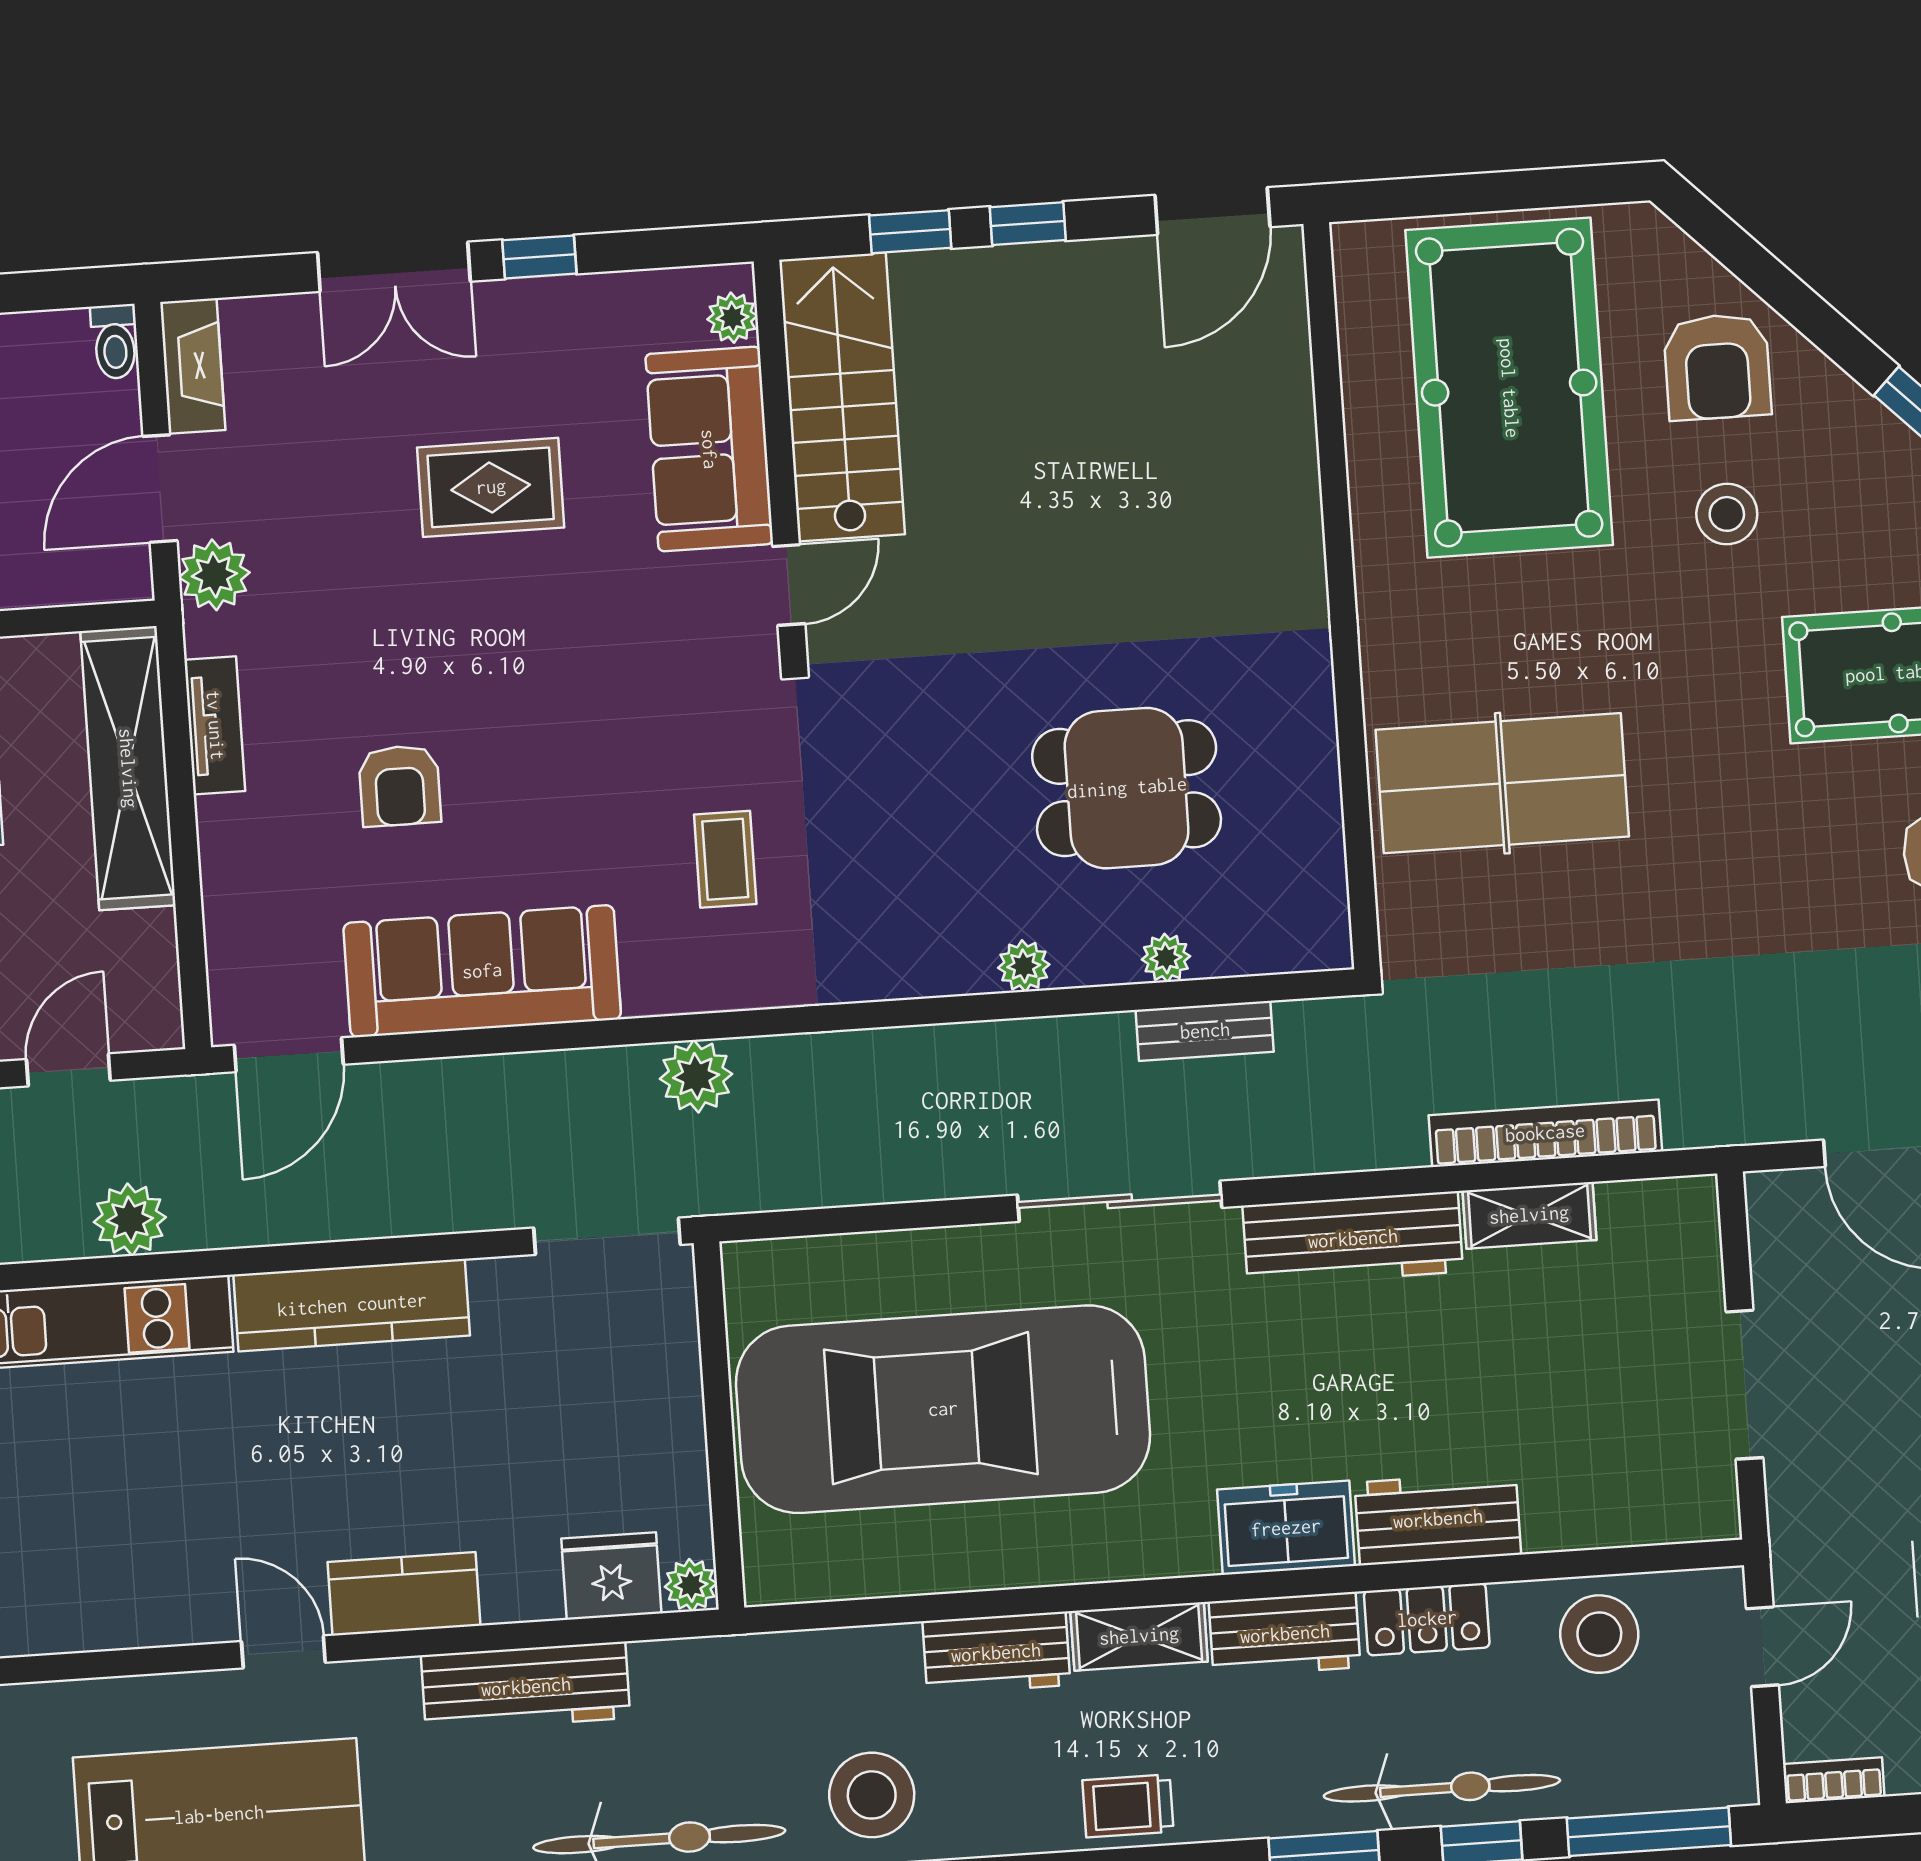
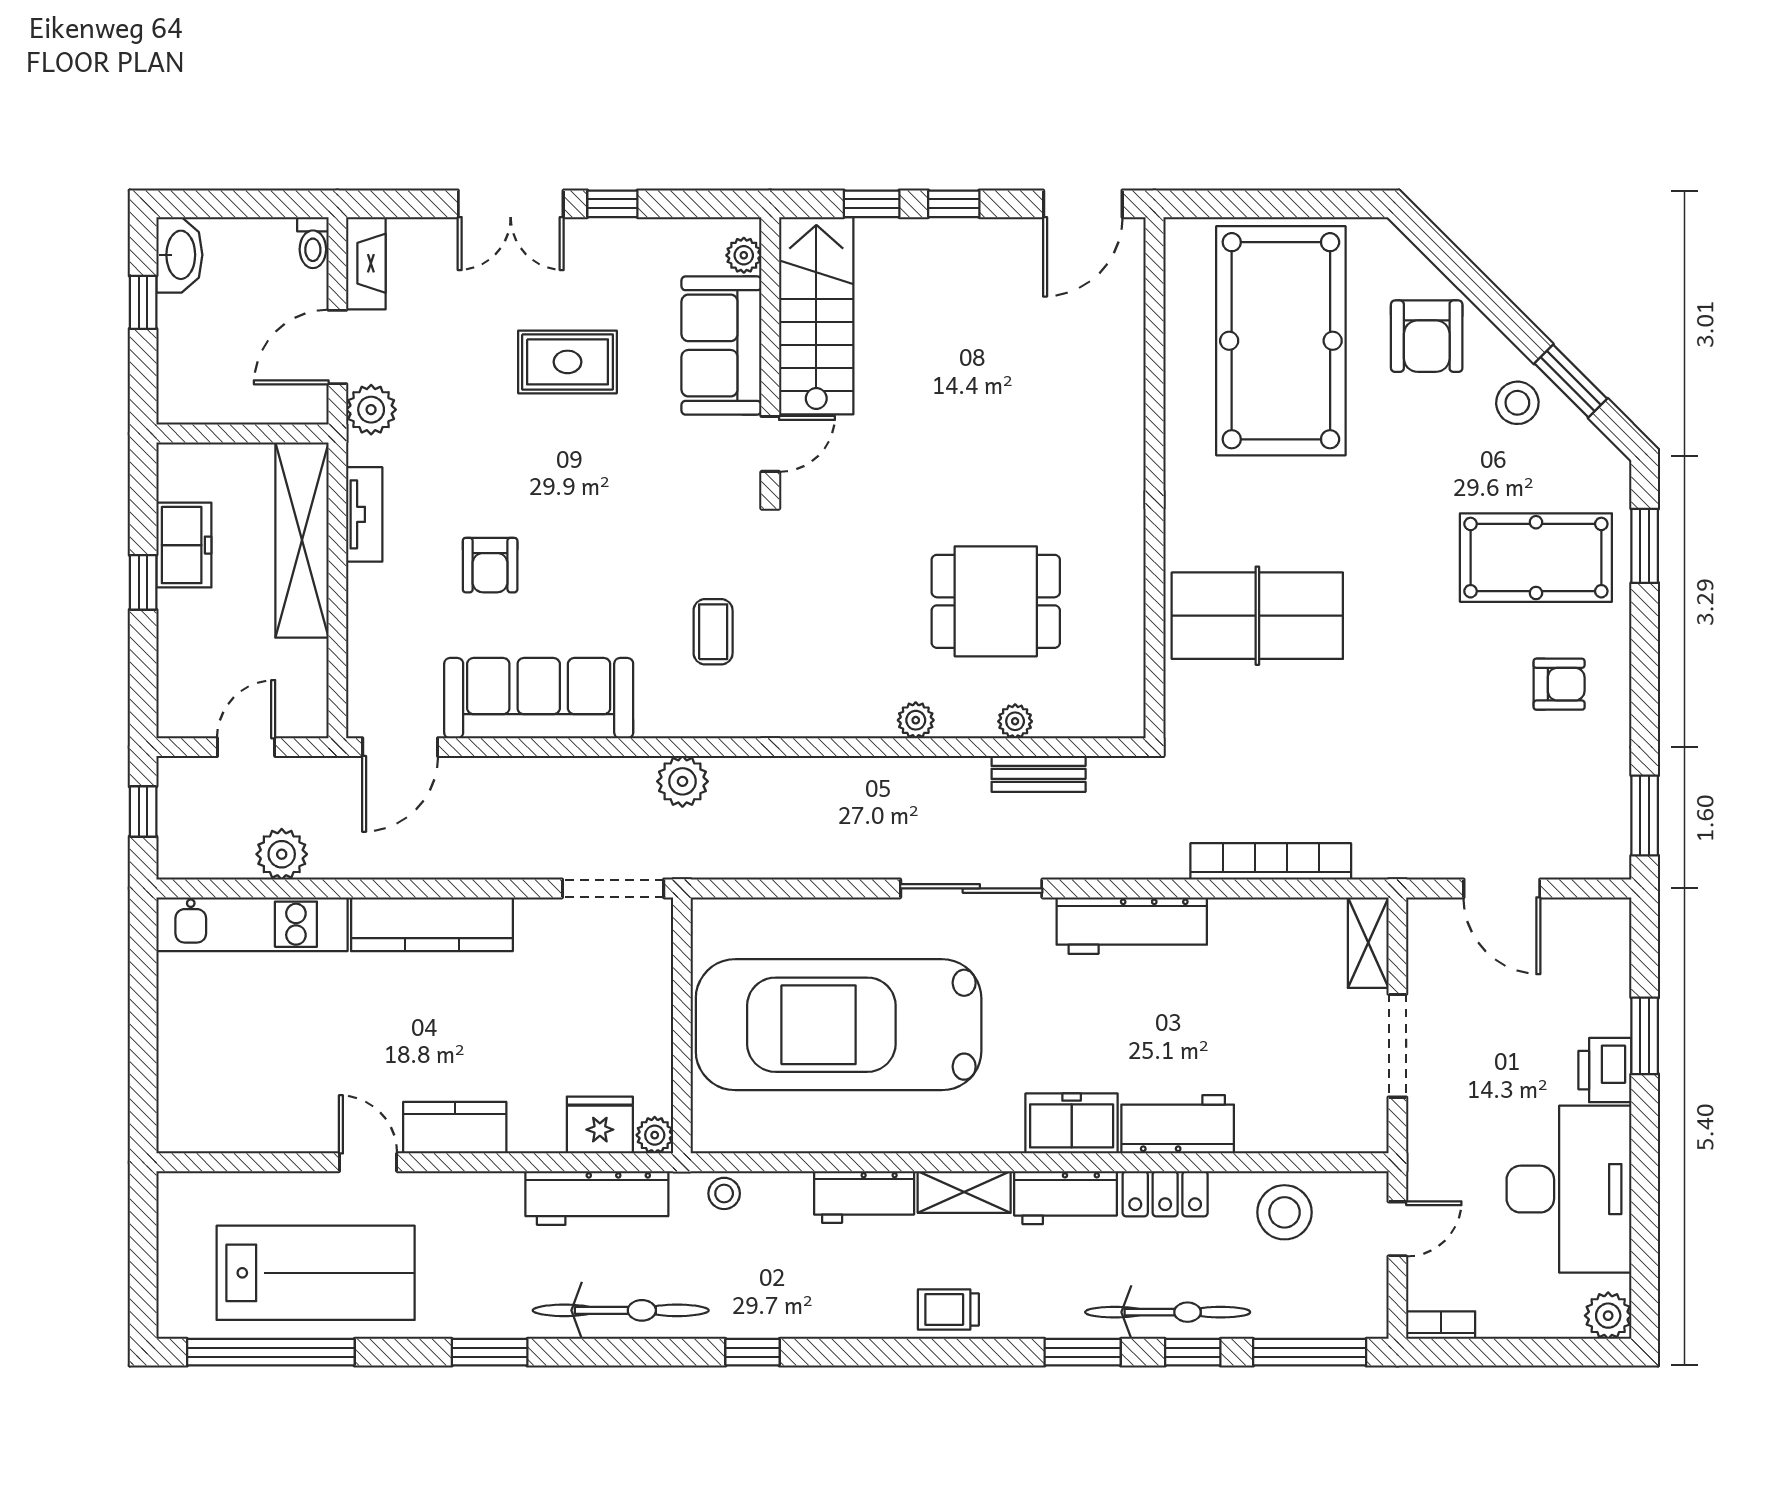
stool: (1727, 514) -> (1517, 403), moved
shelving: (1529, 1215) -> (1368, 943), moved, turned 90
workbench: (526, 1687) -> (597, 1198), moved
stool: (872, 1795) -> (724, 1193), moved, width x0.53, depth x0.53

